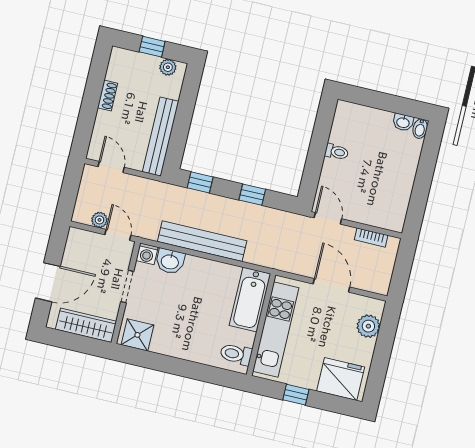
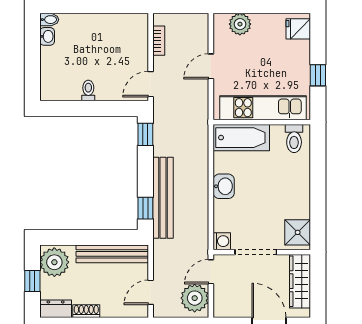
dresser: (117, 64) -> (56, 309), added
plant: (168, 67) -> (54, 262), width x1.88, depth x1.88
window: (252, 195) -> (145, 134), moved
plant: (99, 220) -> (195, 298), width x1.87, depth x1.87
bench: (202, 241) -> (163, 198), moved
washbasin: (170, 261) -> (224, 186), moved
door: (331, 285) -> (211, 66), width x0.73
doorway: (127, 287) -> (256, 252), width x1.38
fridge: (341, 379) -> (298, 29), width x0.53, depth x0.75

